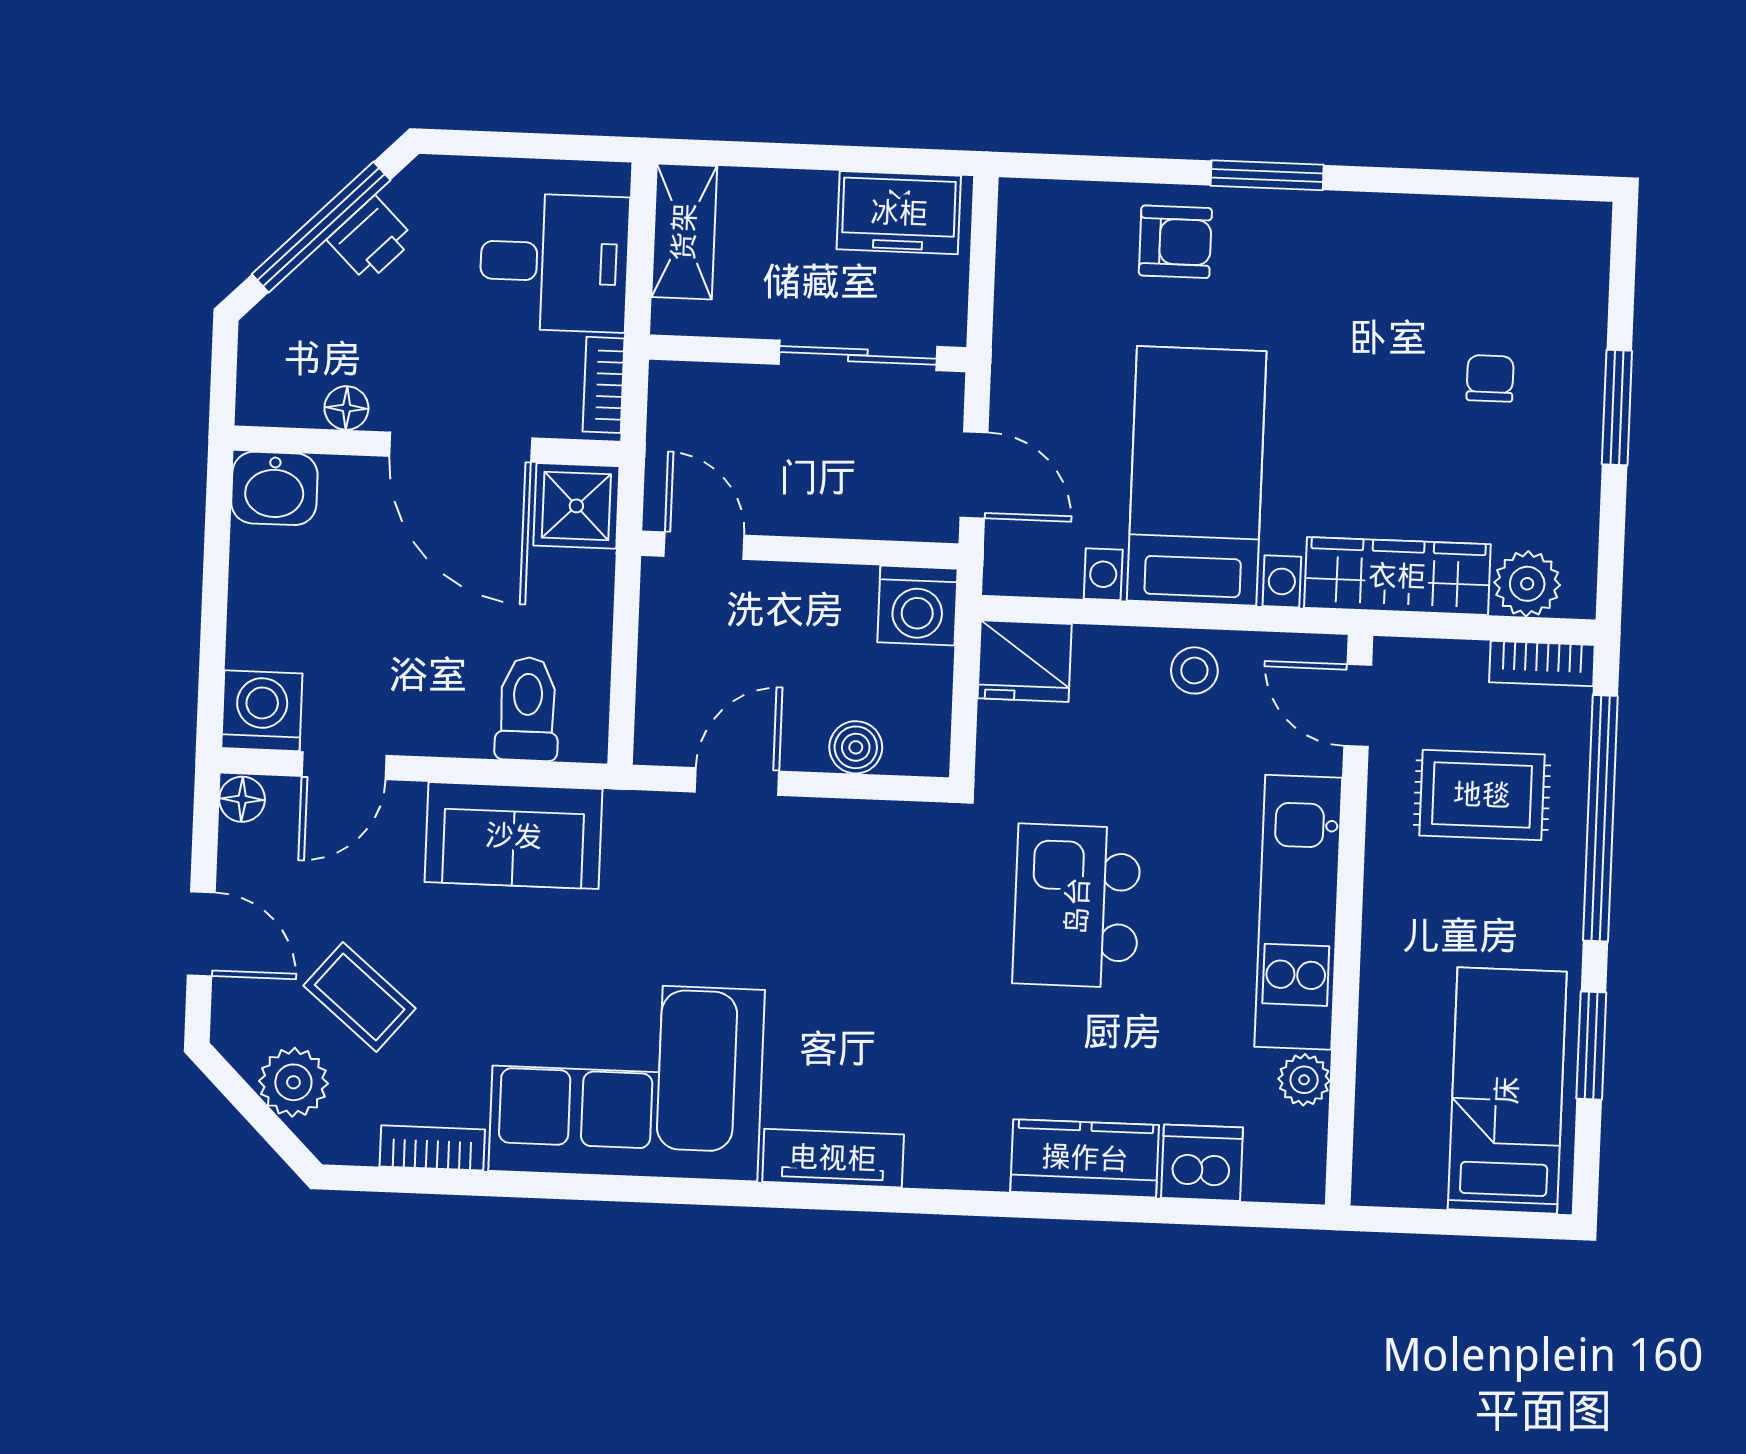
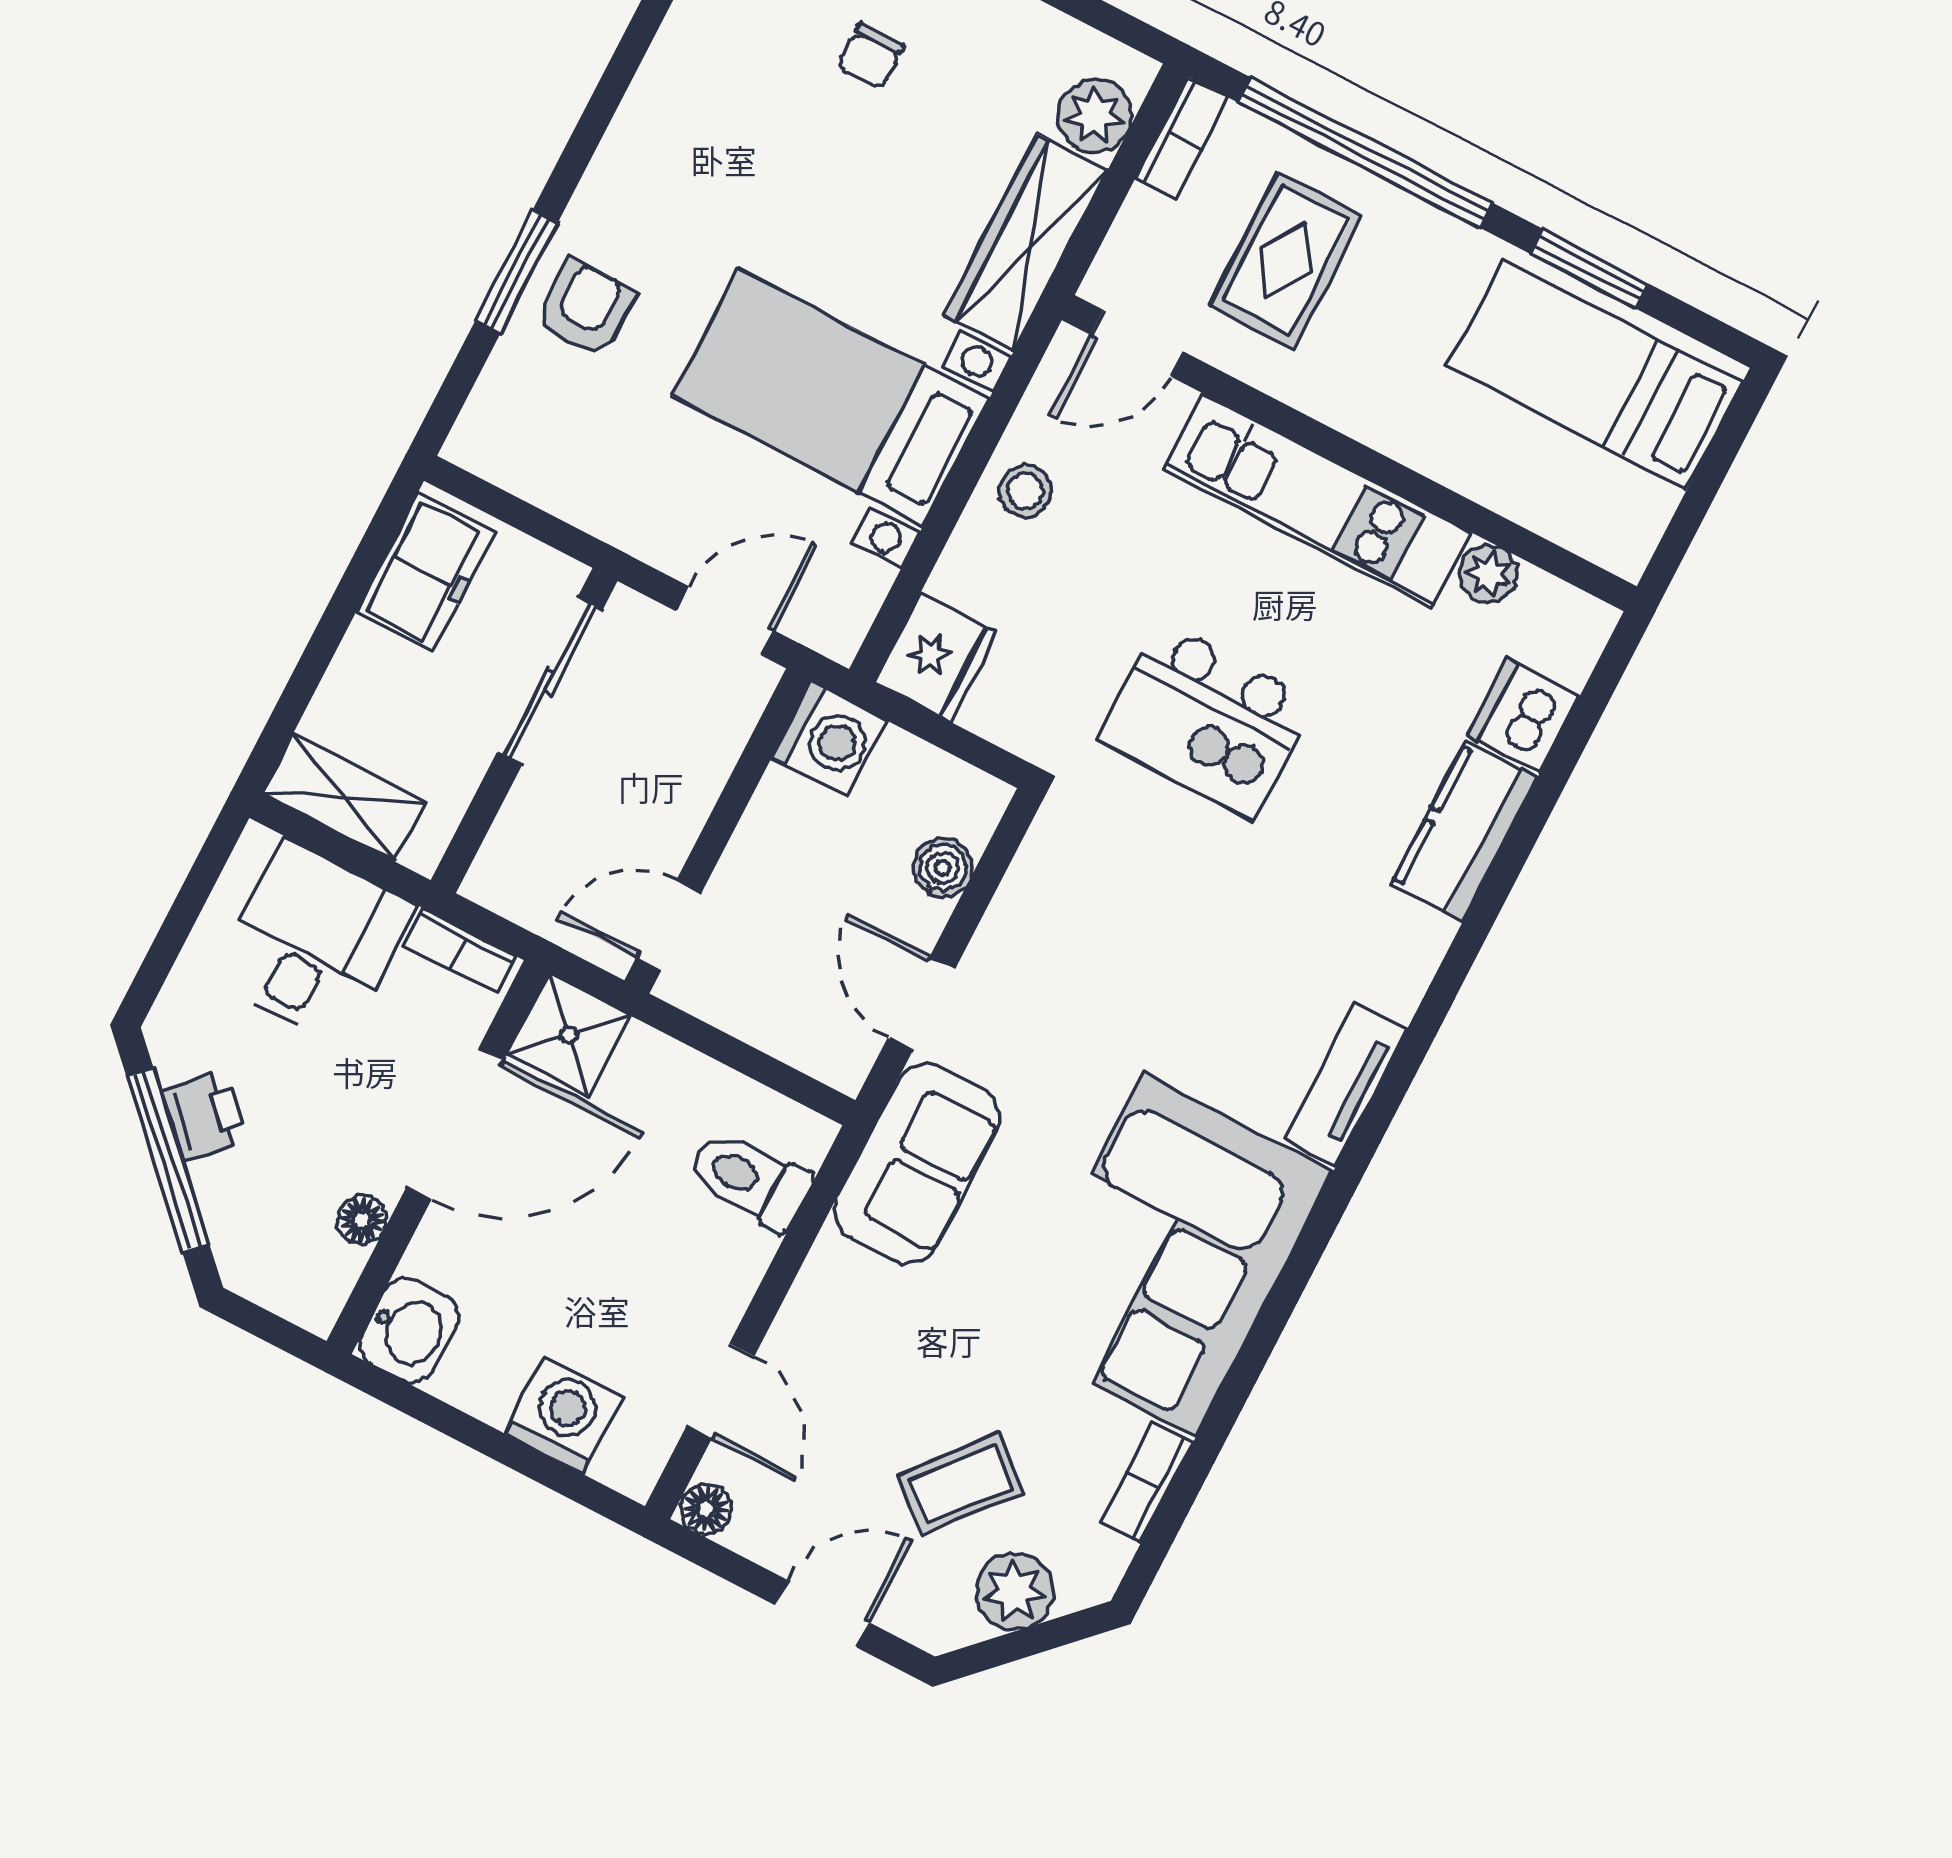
window: (1267, 175) -> (517, 271), moved
chair: (1490, 378) -> (871, 56), turned -90
washing machine: (262, 711) -> (564, 1415), moved, turned 90
sofa: (514, 836) -> (917, 1164), moved

